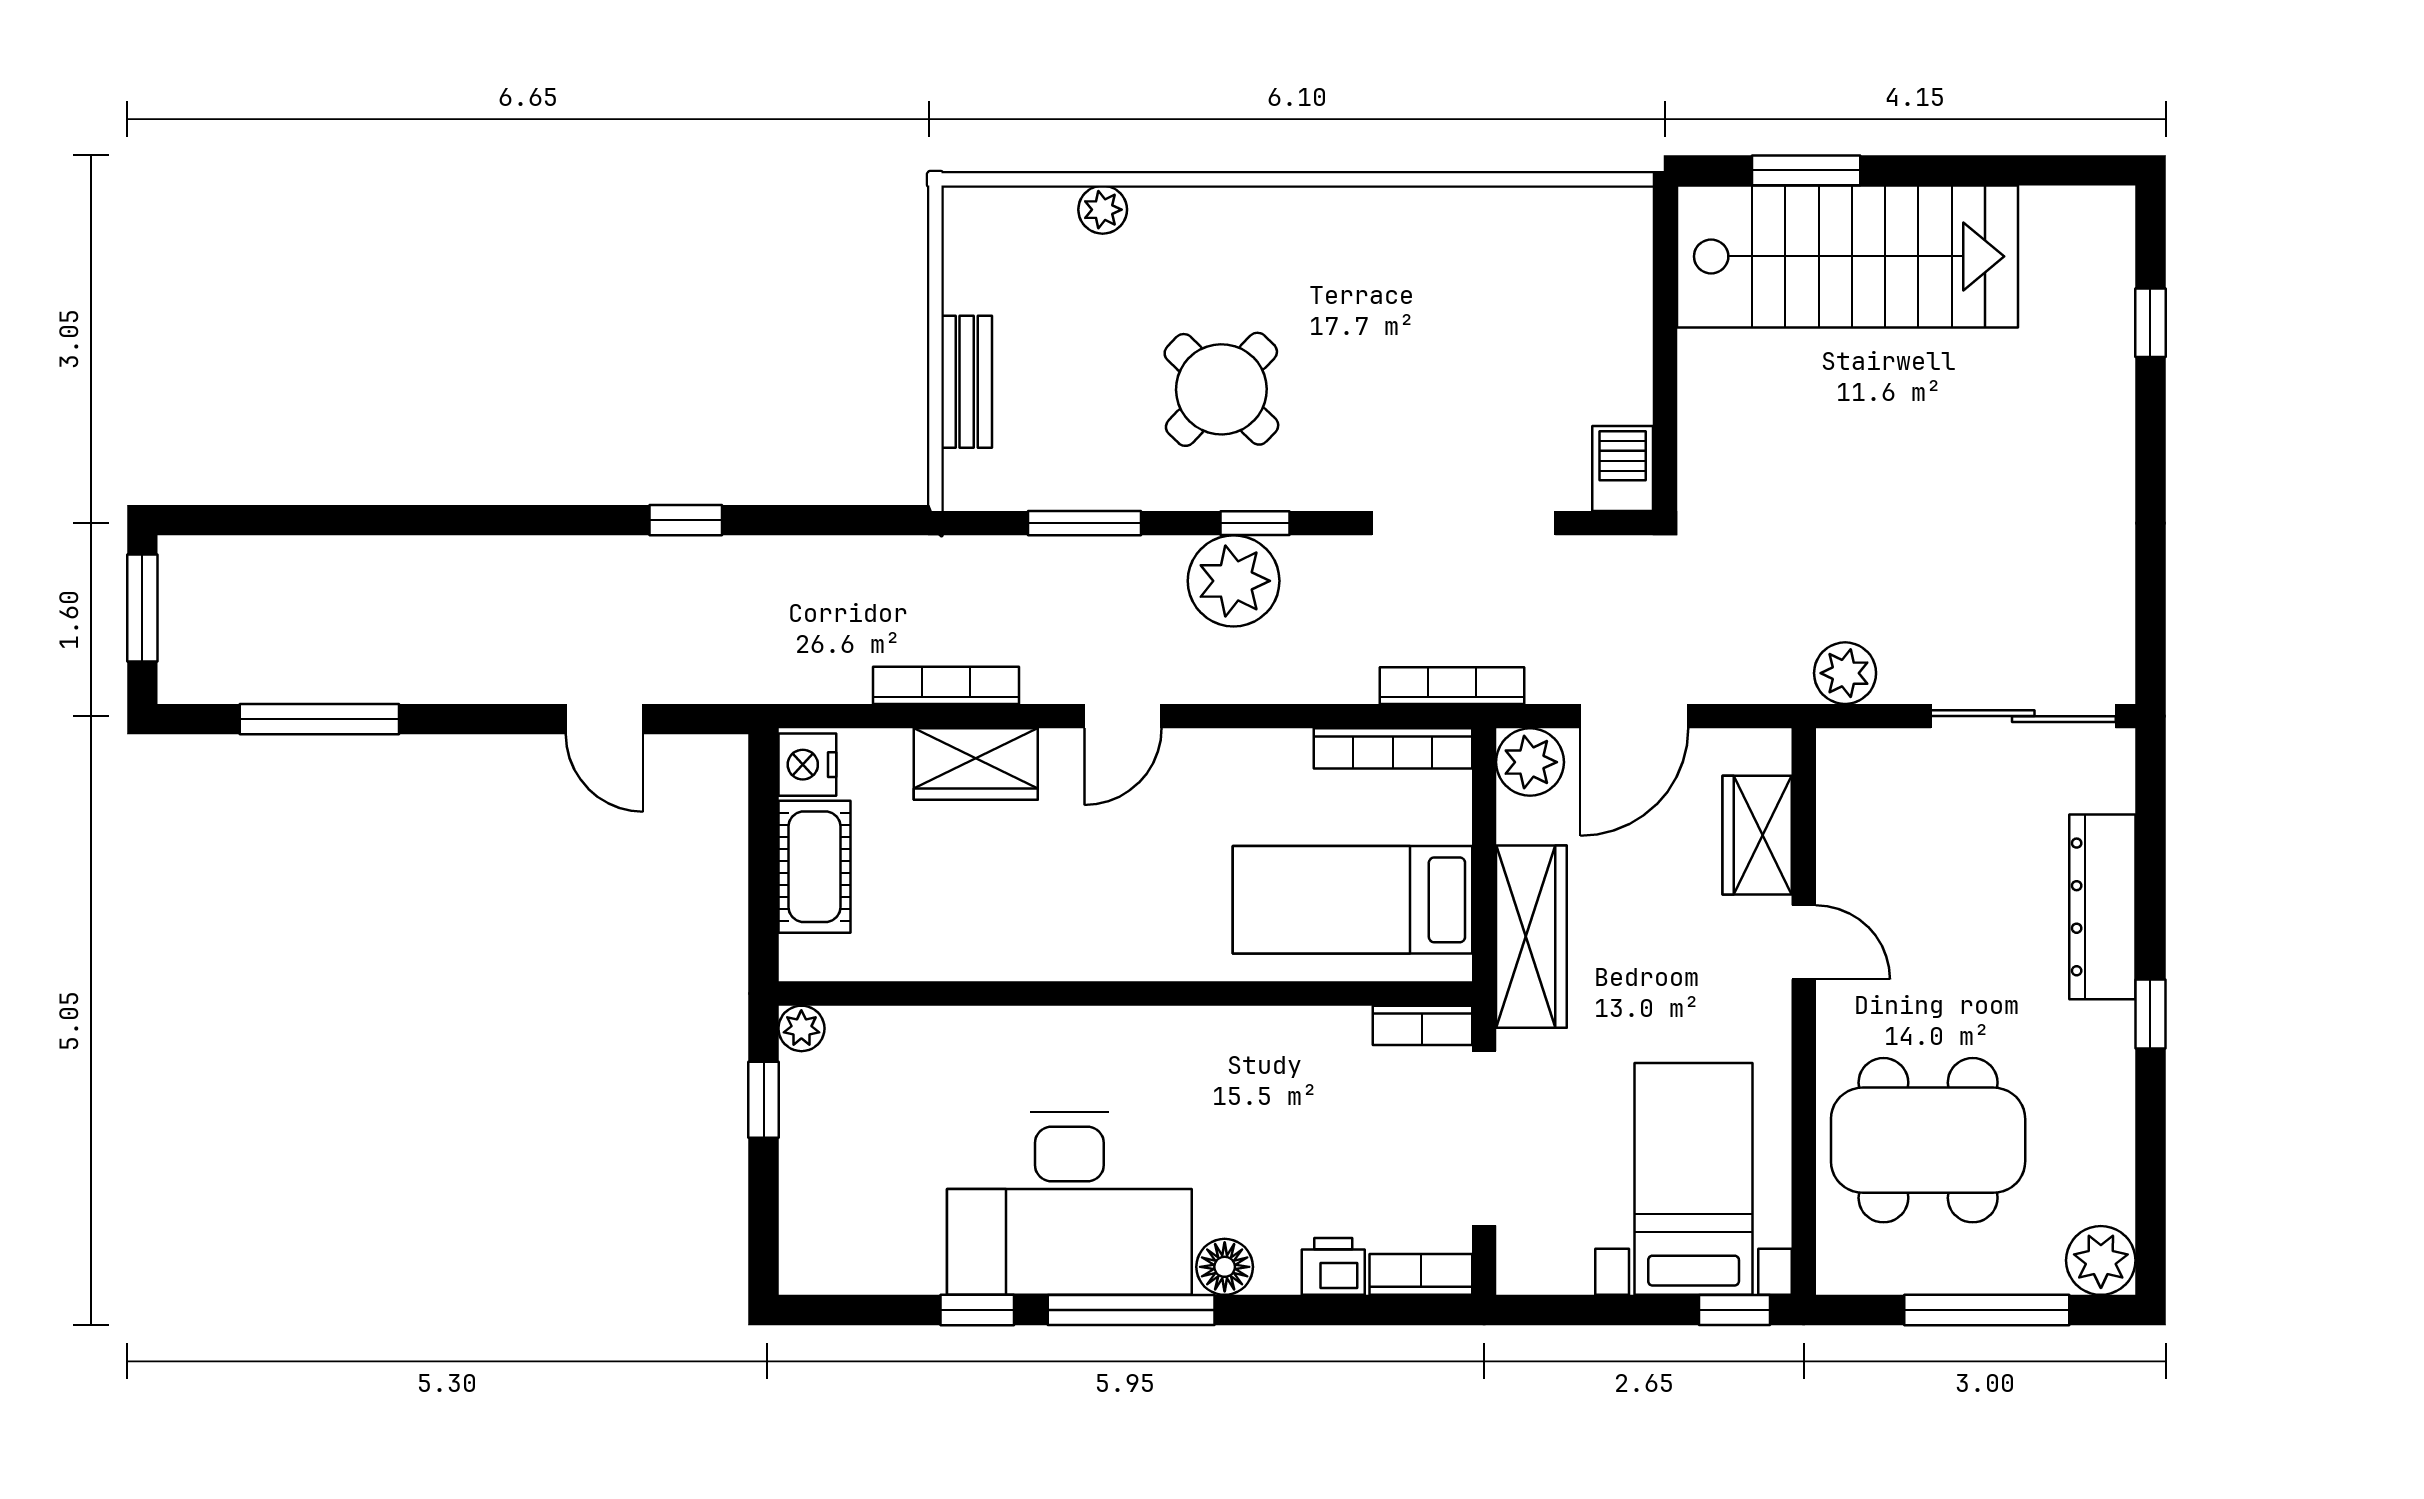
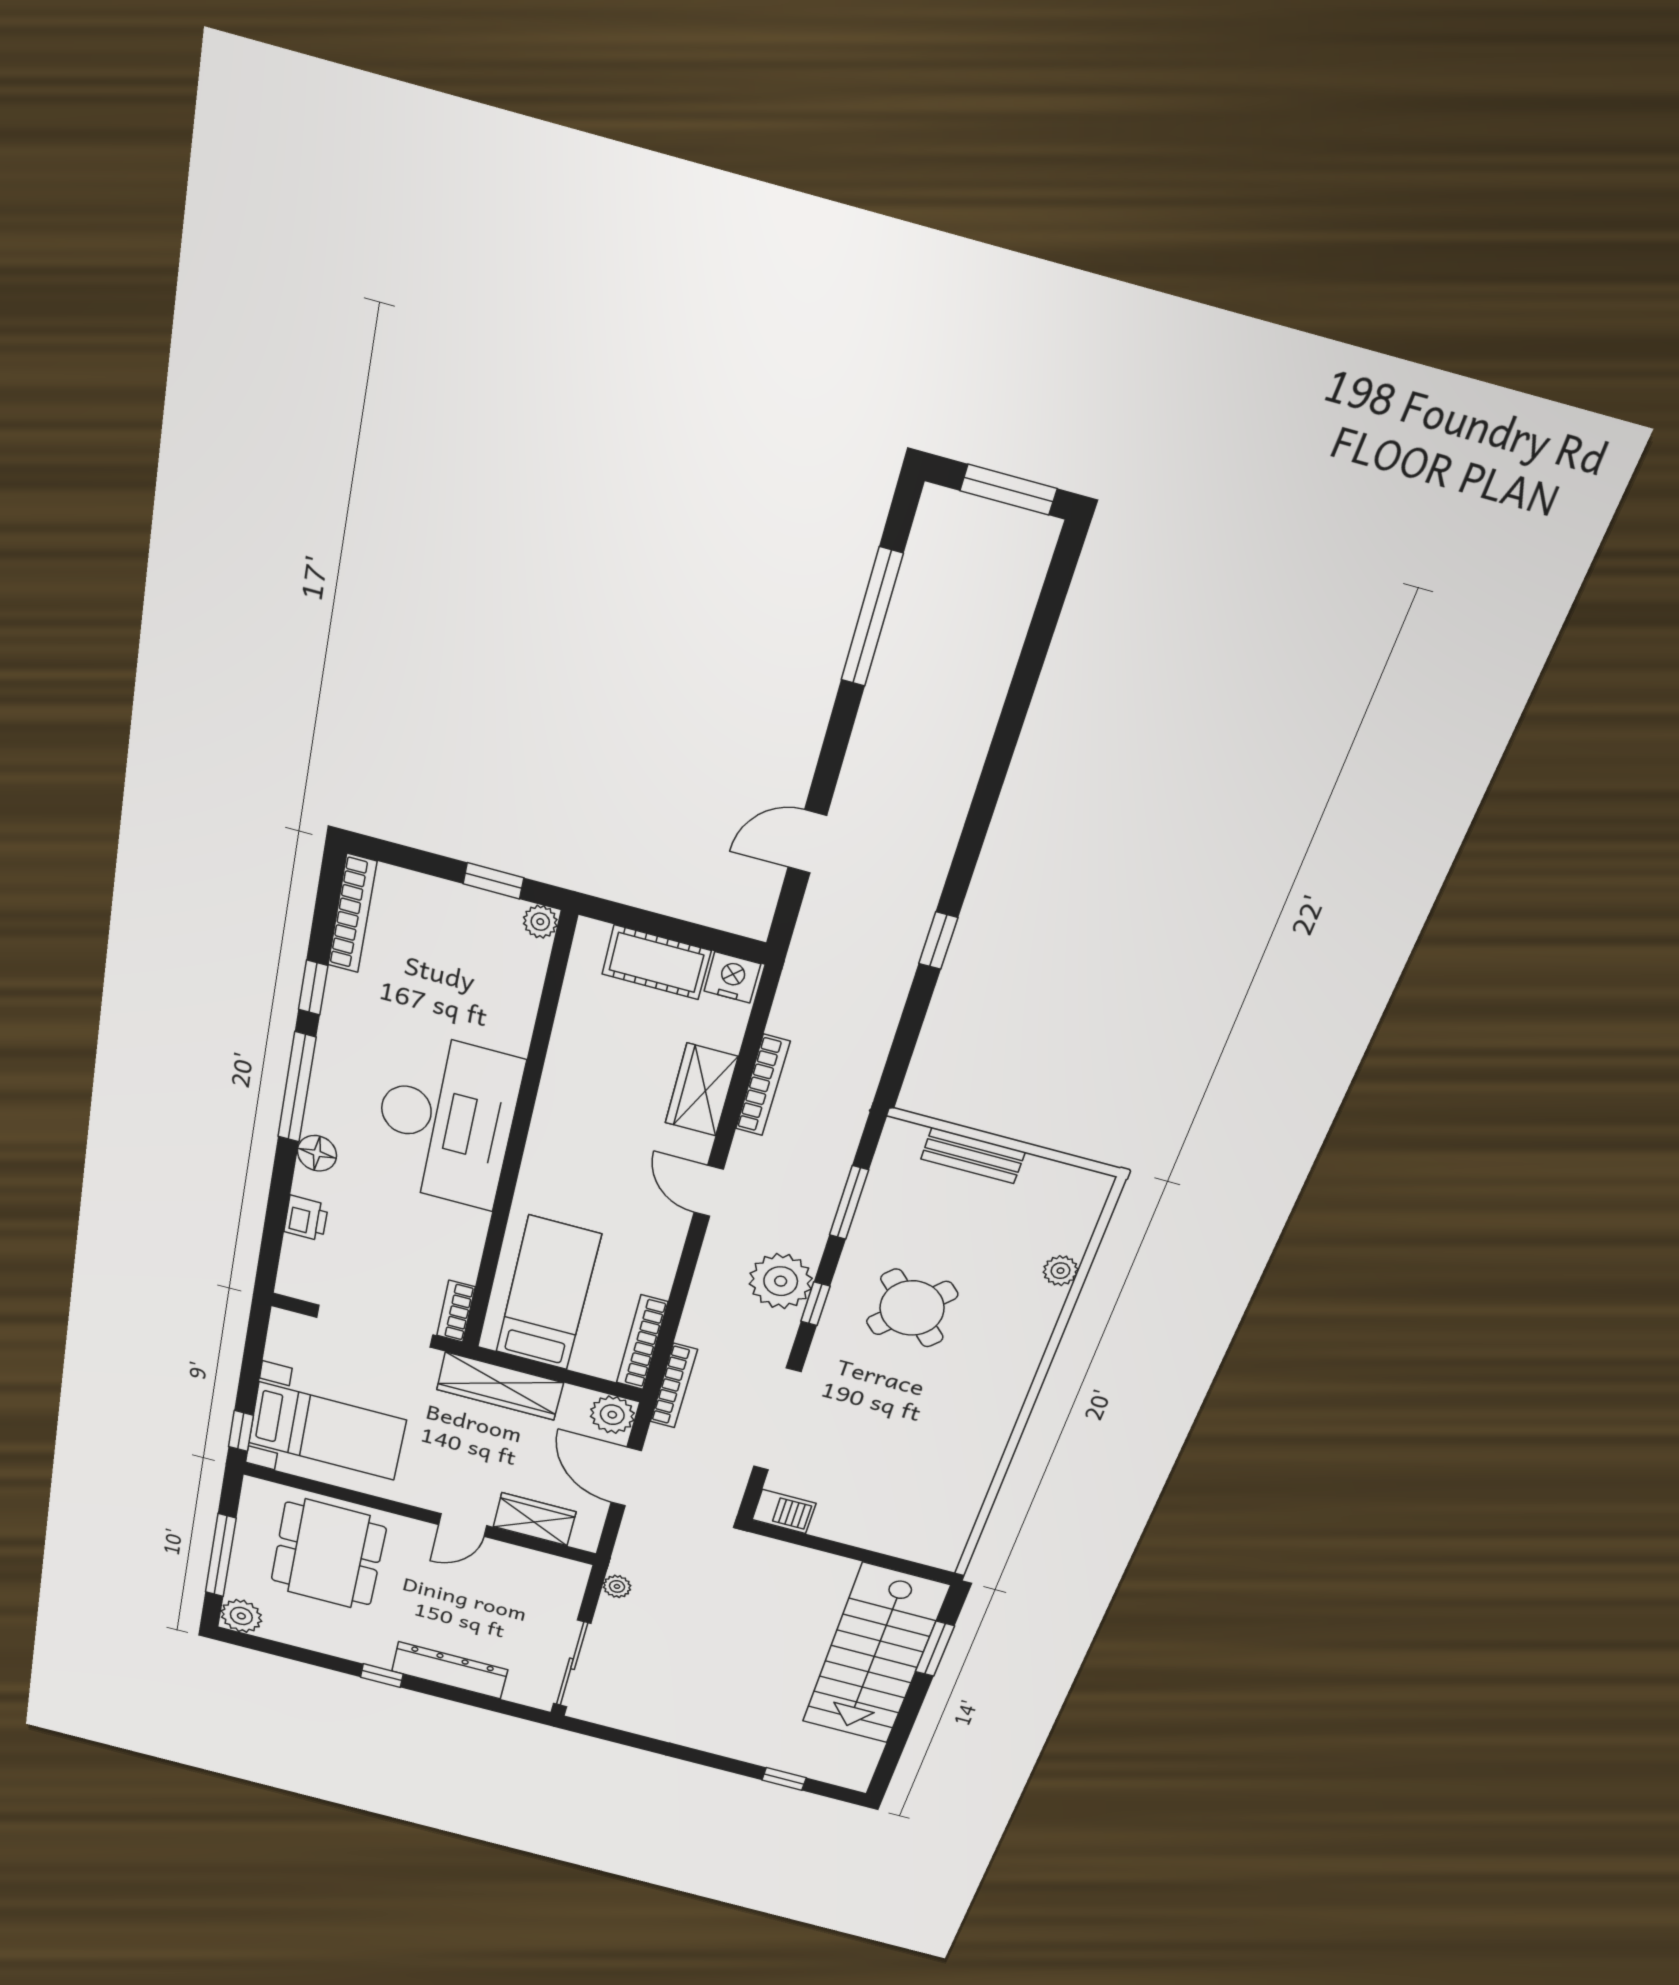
plant: (1845, 673) -> (617, 1586), width x0.73, depth x0.73
desk: (1069, 1203) -> (446, 1120), moved, turned 180
bookcase: (1421, 1274) -> (352, 914), moved, width x1.56

